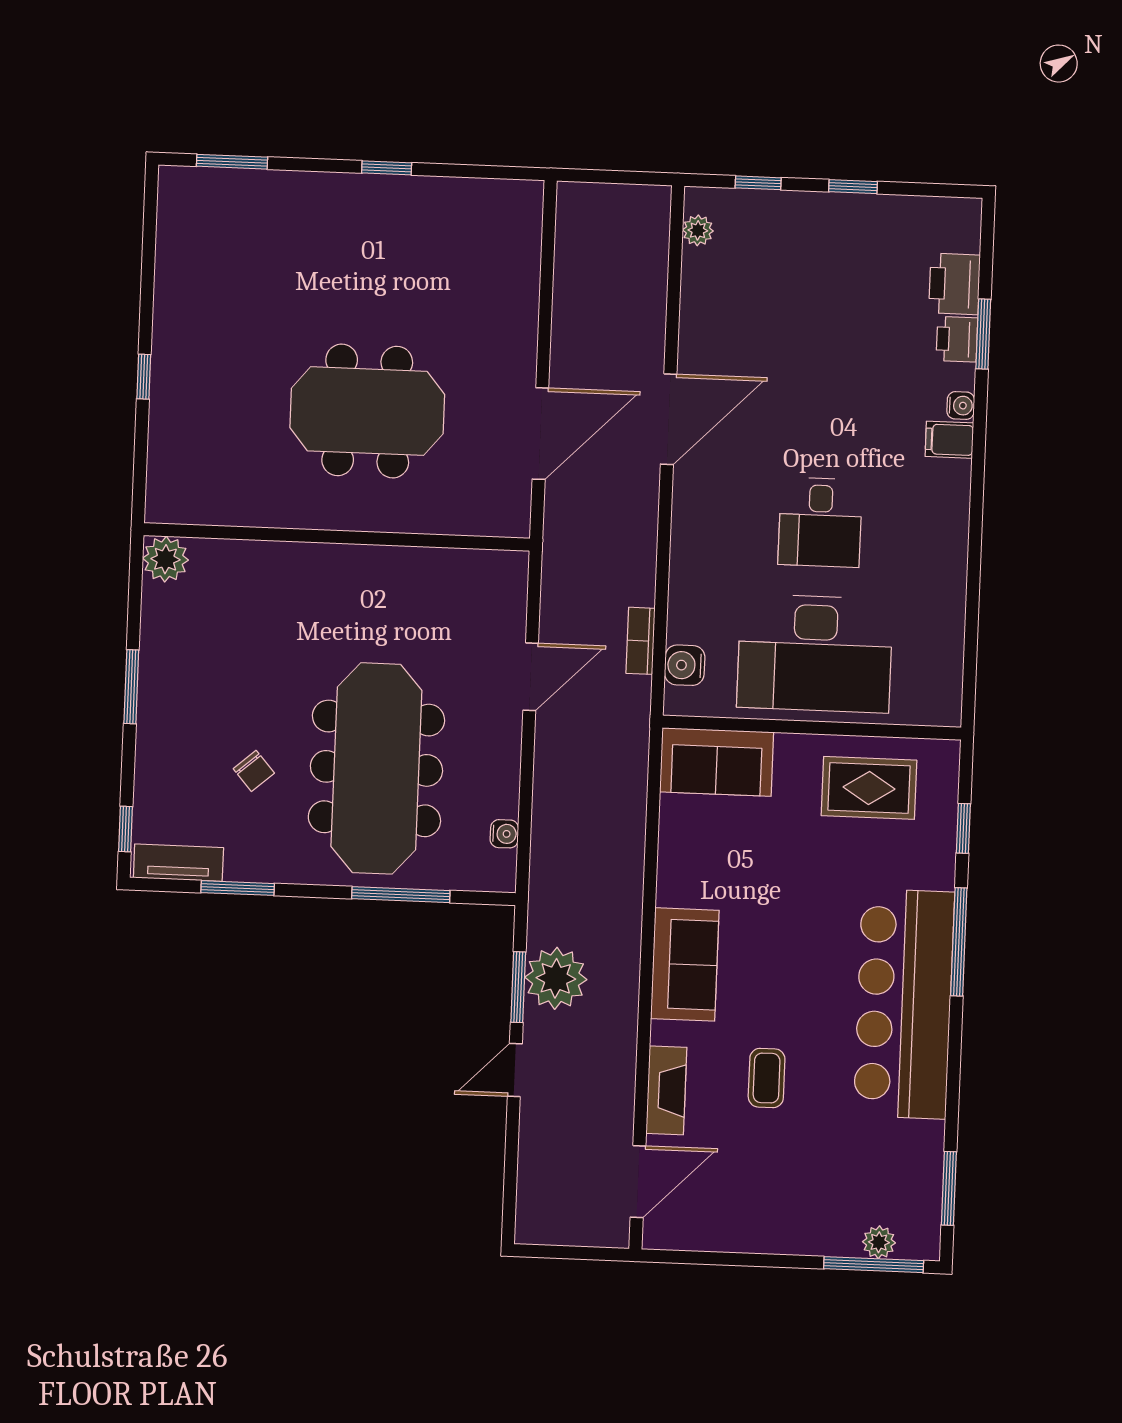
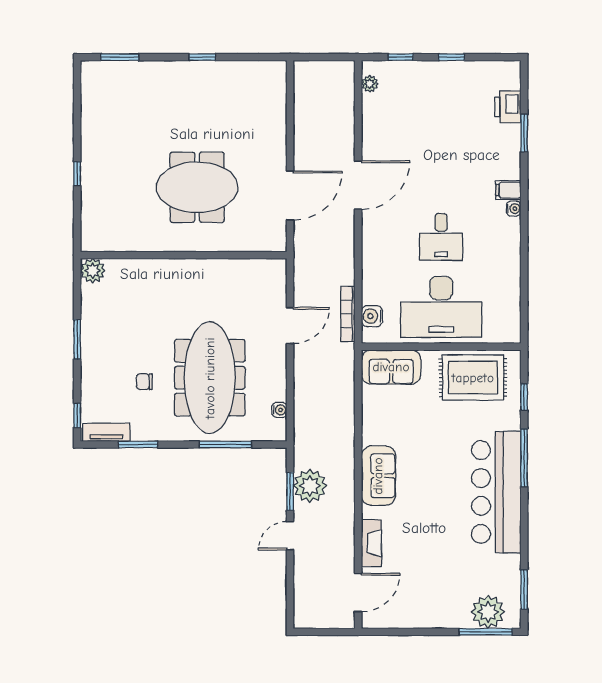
printer: (957, 339) -> (510, 136), removed
water cooler: (961, 406) -> (514, 209), moved
bookcase: (641, 641) -> (348, 314), width x1.56
chair: (254, 771) -> (144, 382), turned 131
rug: (869, 788) -> (473, 378), width x1.36, depth x1.43
coffee table: (767, 1078) -> (425, 535), removed
plant: (879, 1242) -> (488, 612), width x1.88, depth x1.88

